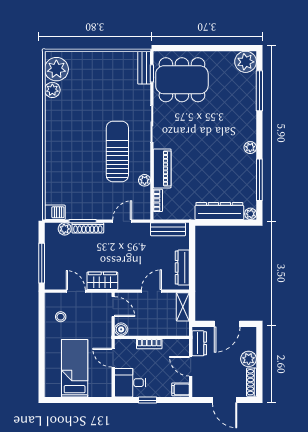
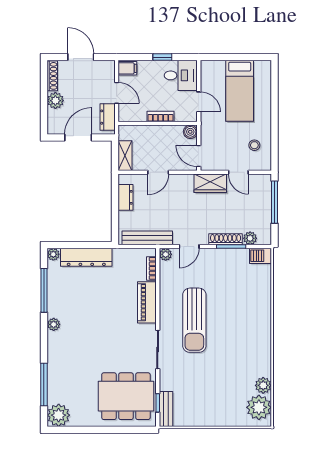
plant: (145, 180) -> (166, 254), moved
bench: (168, 229) -> (147, 238), width x1.36
dresser: (182, 268) -> (126, 197), width x0.70

